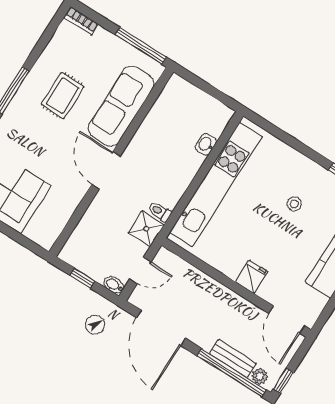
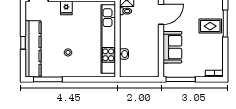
rug: (63, 96) -> (210, 26), moved, turned 90
sofa: (121, 106) -> (172, 47), width x0.73
door: (106, 170) -> (161, 14), hinge flipped

